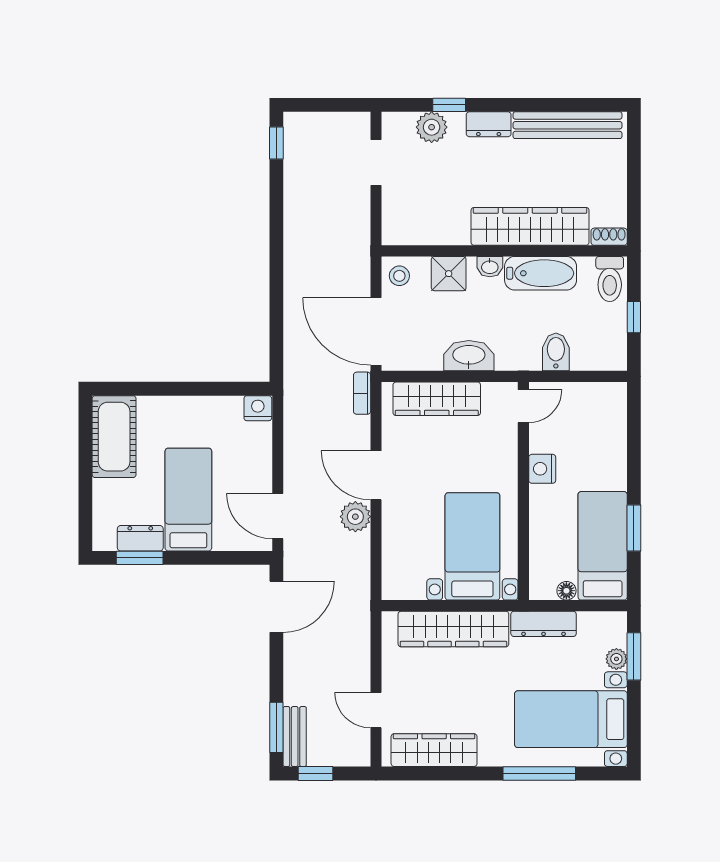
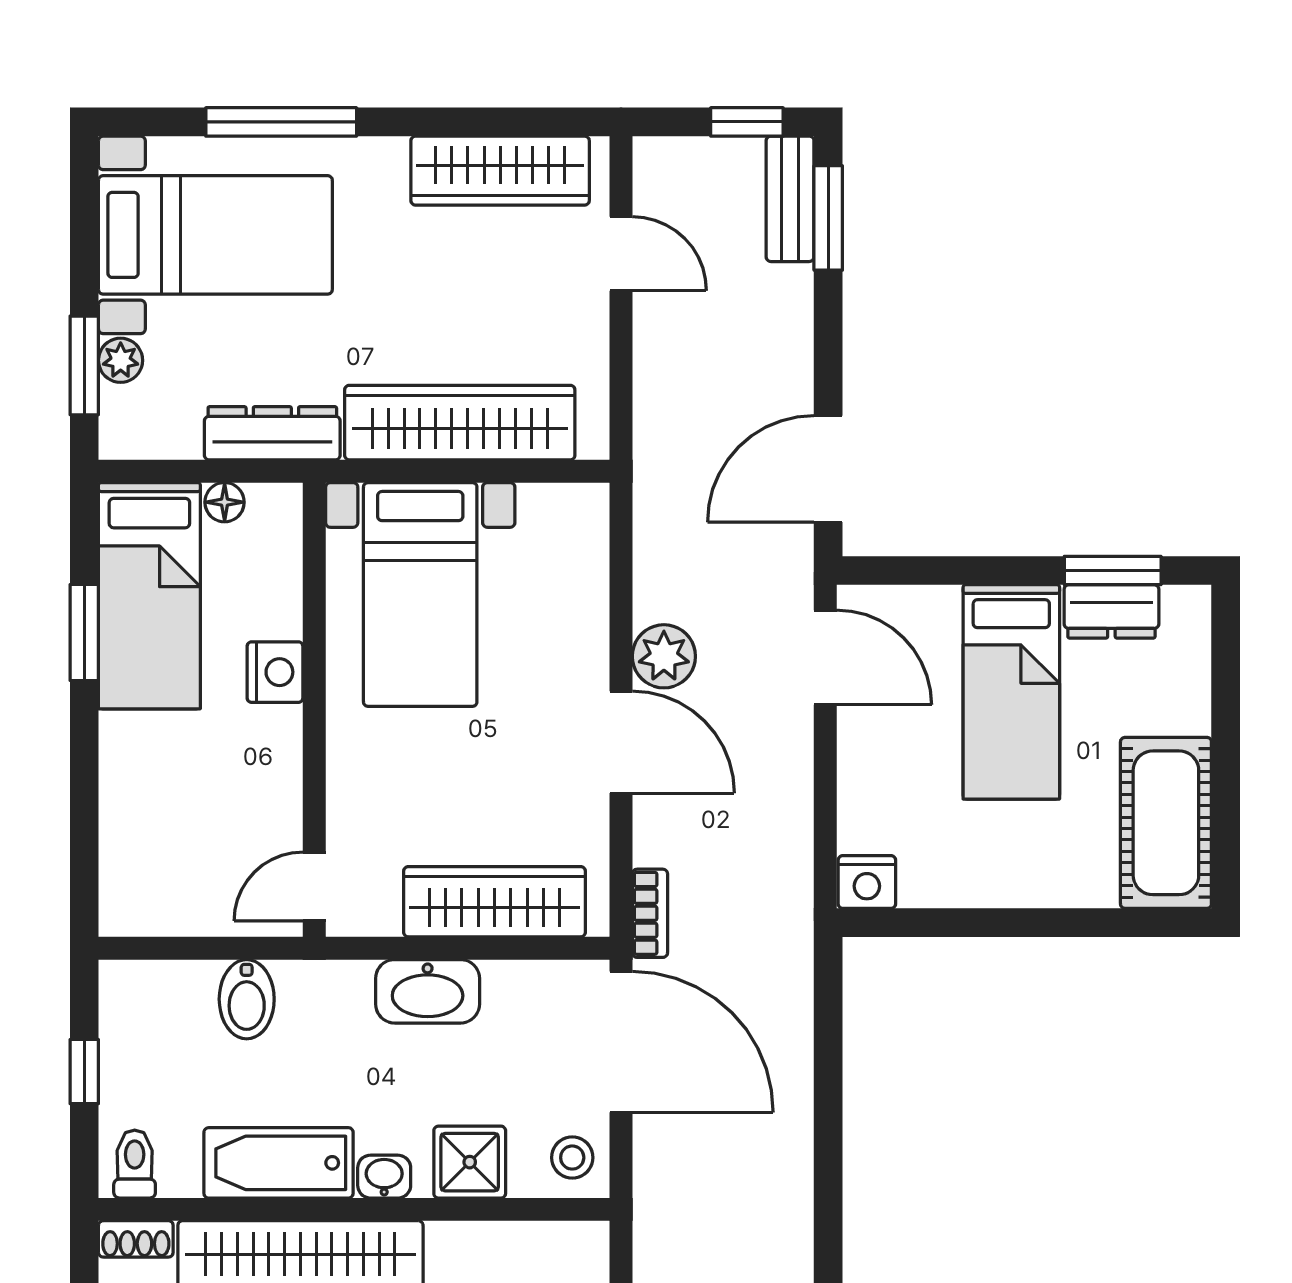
toilet: (610, 279) -> (135, 1164), width x0.73, depth x0.72
nightstand: (542, 469) -> (275, 672), moved

